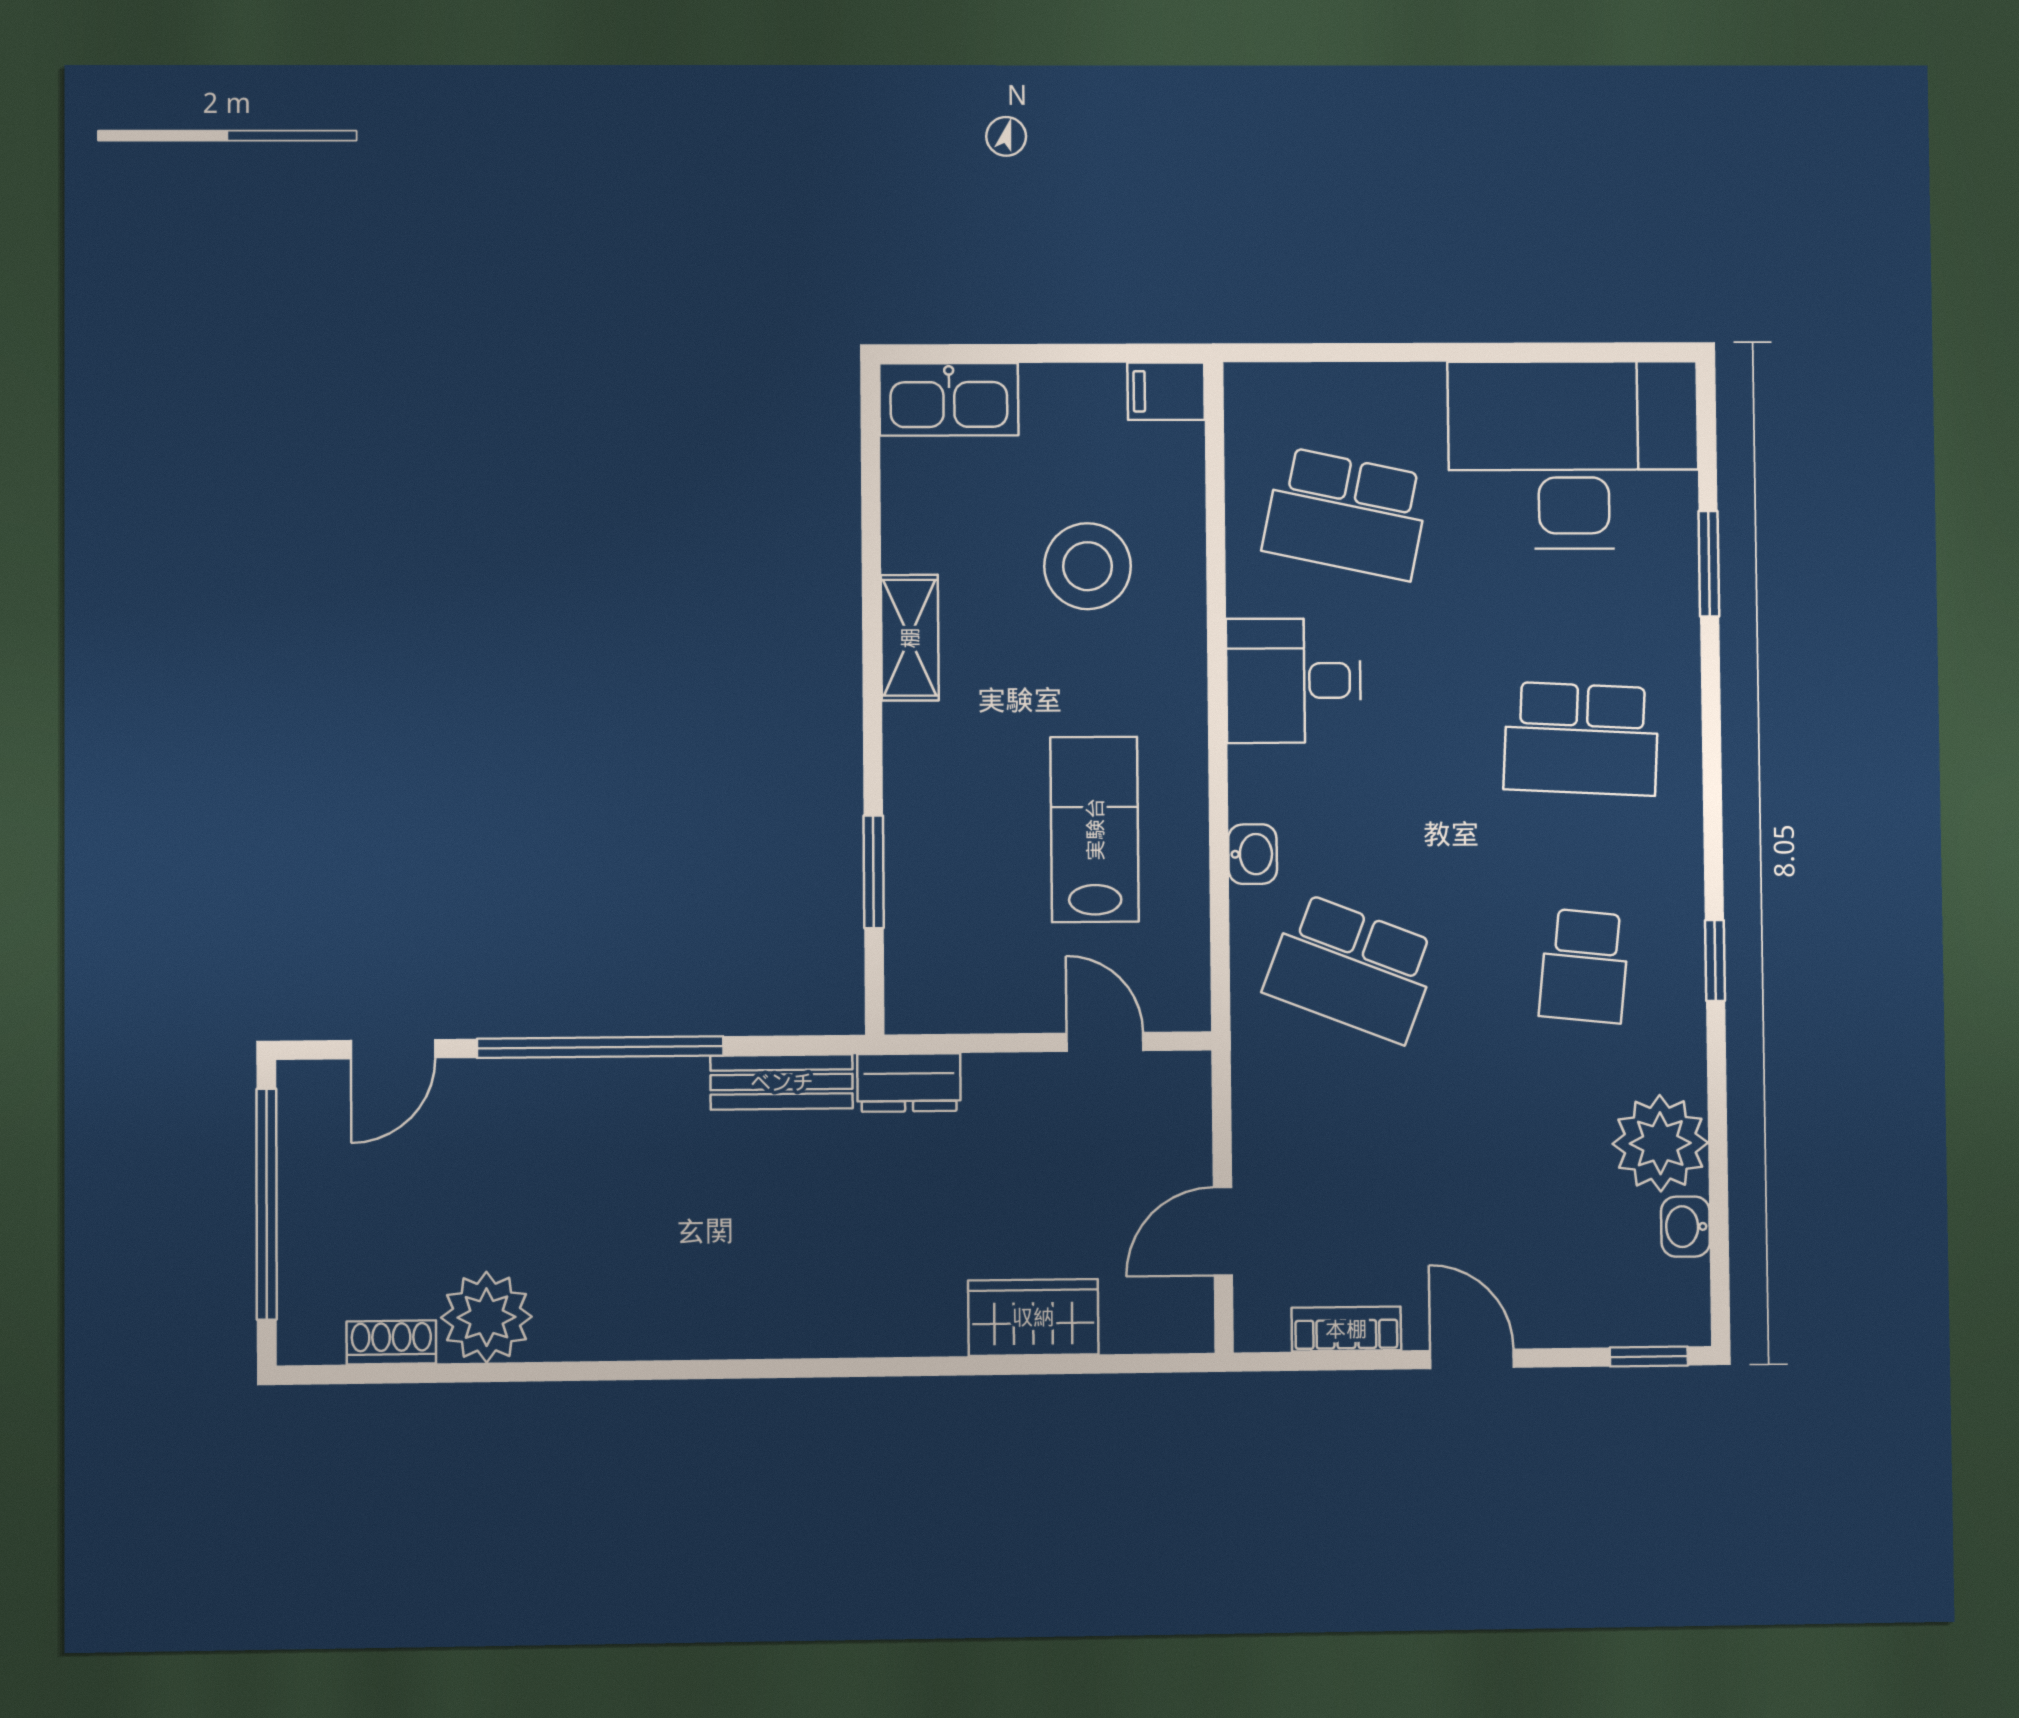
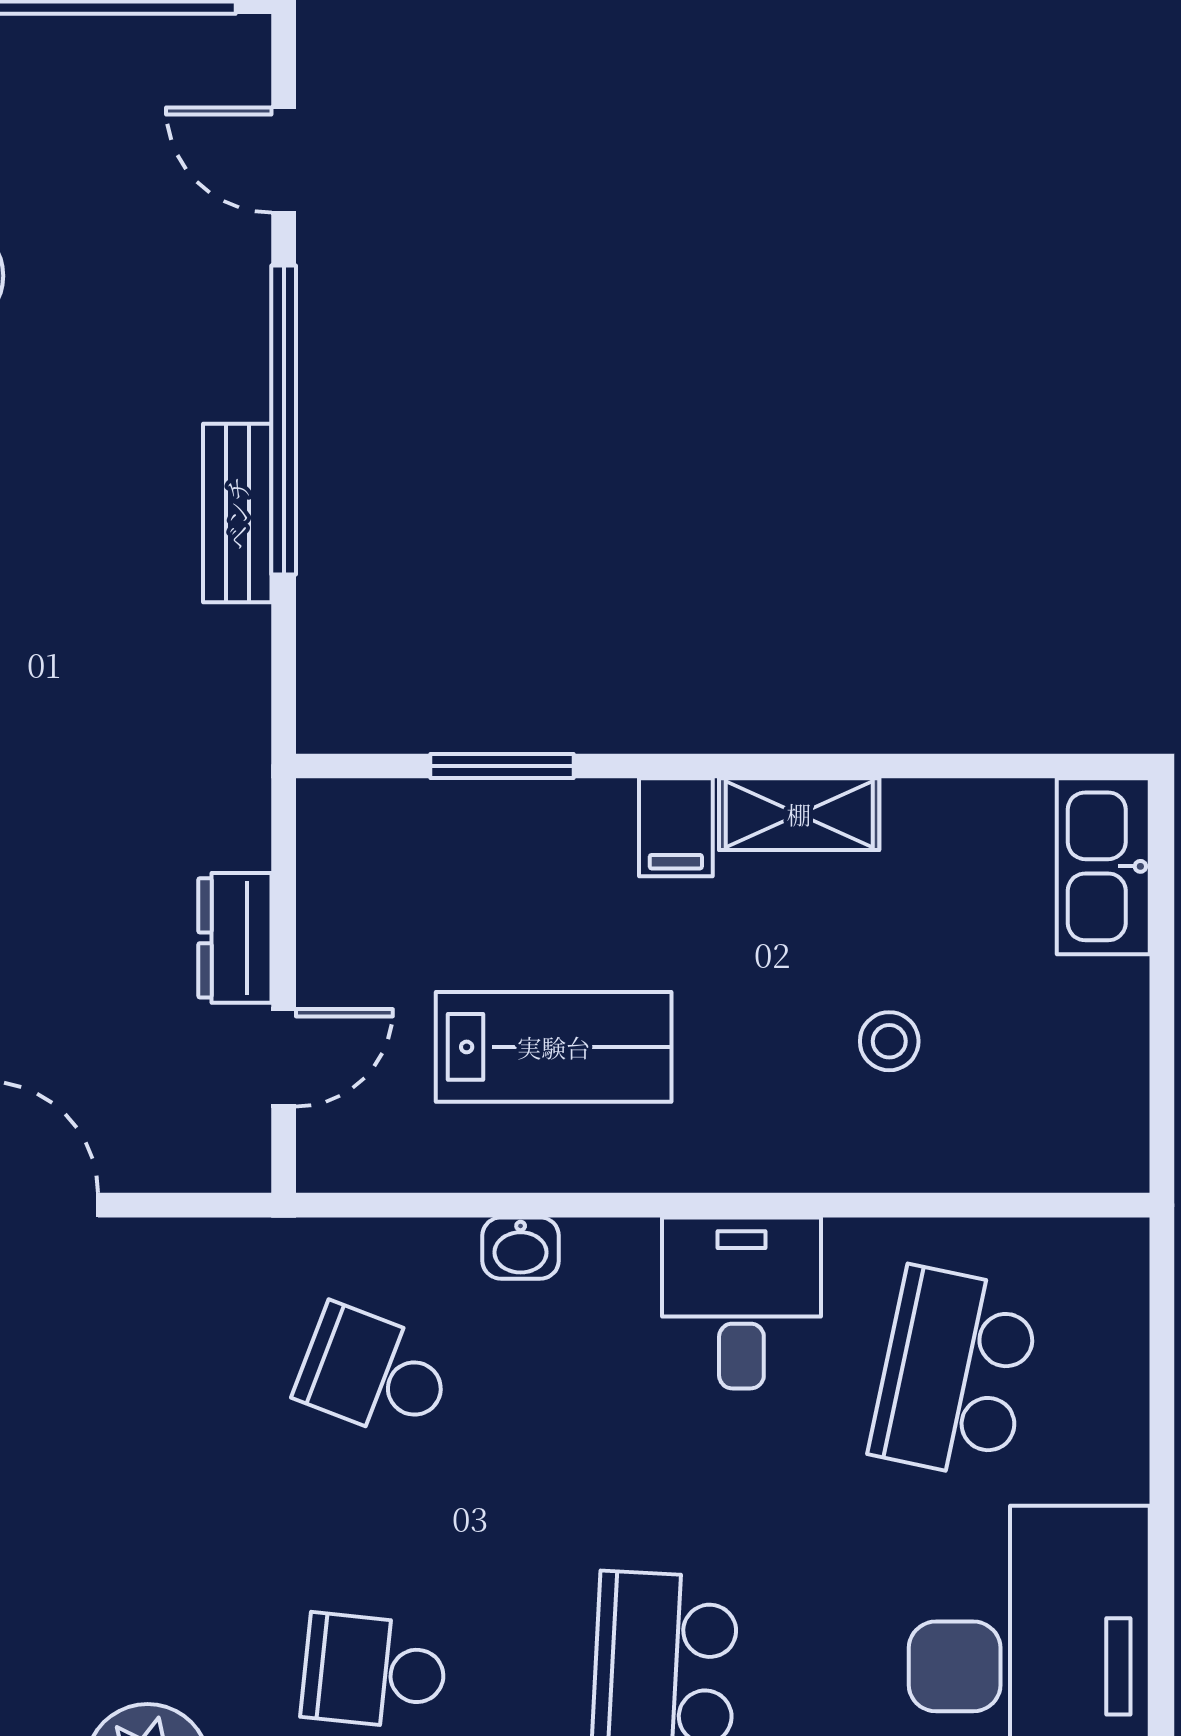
filing cabinet: (1166, 391) -> (676, 827), moved, turned 180
stool: (1088, 566) -> (889, 1041), width x0.53, depth x0.53
school desk: (1352, 968) -> (374, 1373), width x0.54
bench: (782, 1082) -> (237, 513), moved
dresser: (909, 1083) -> (235, 938), moved

